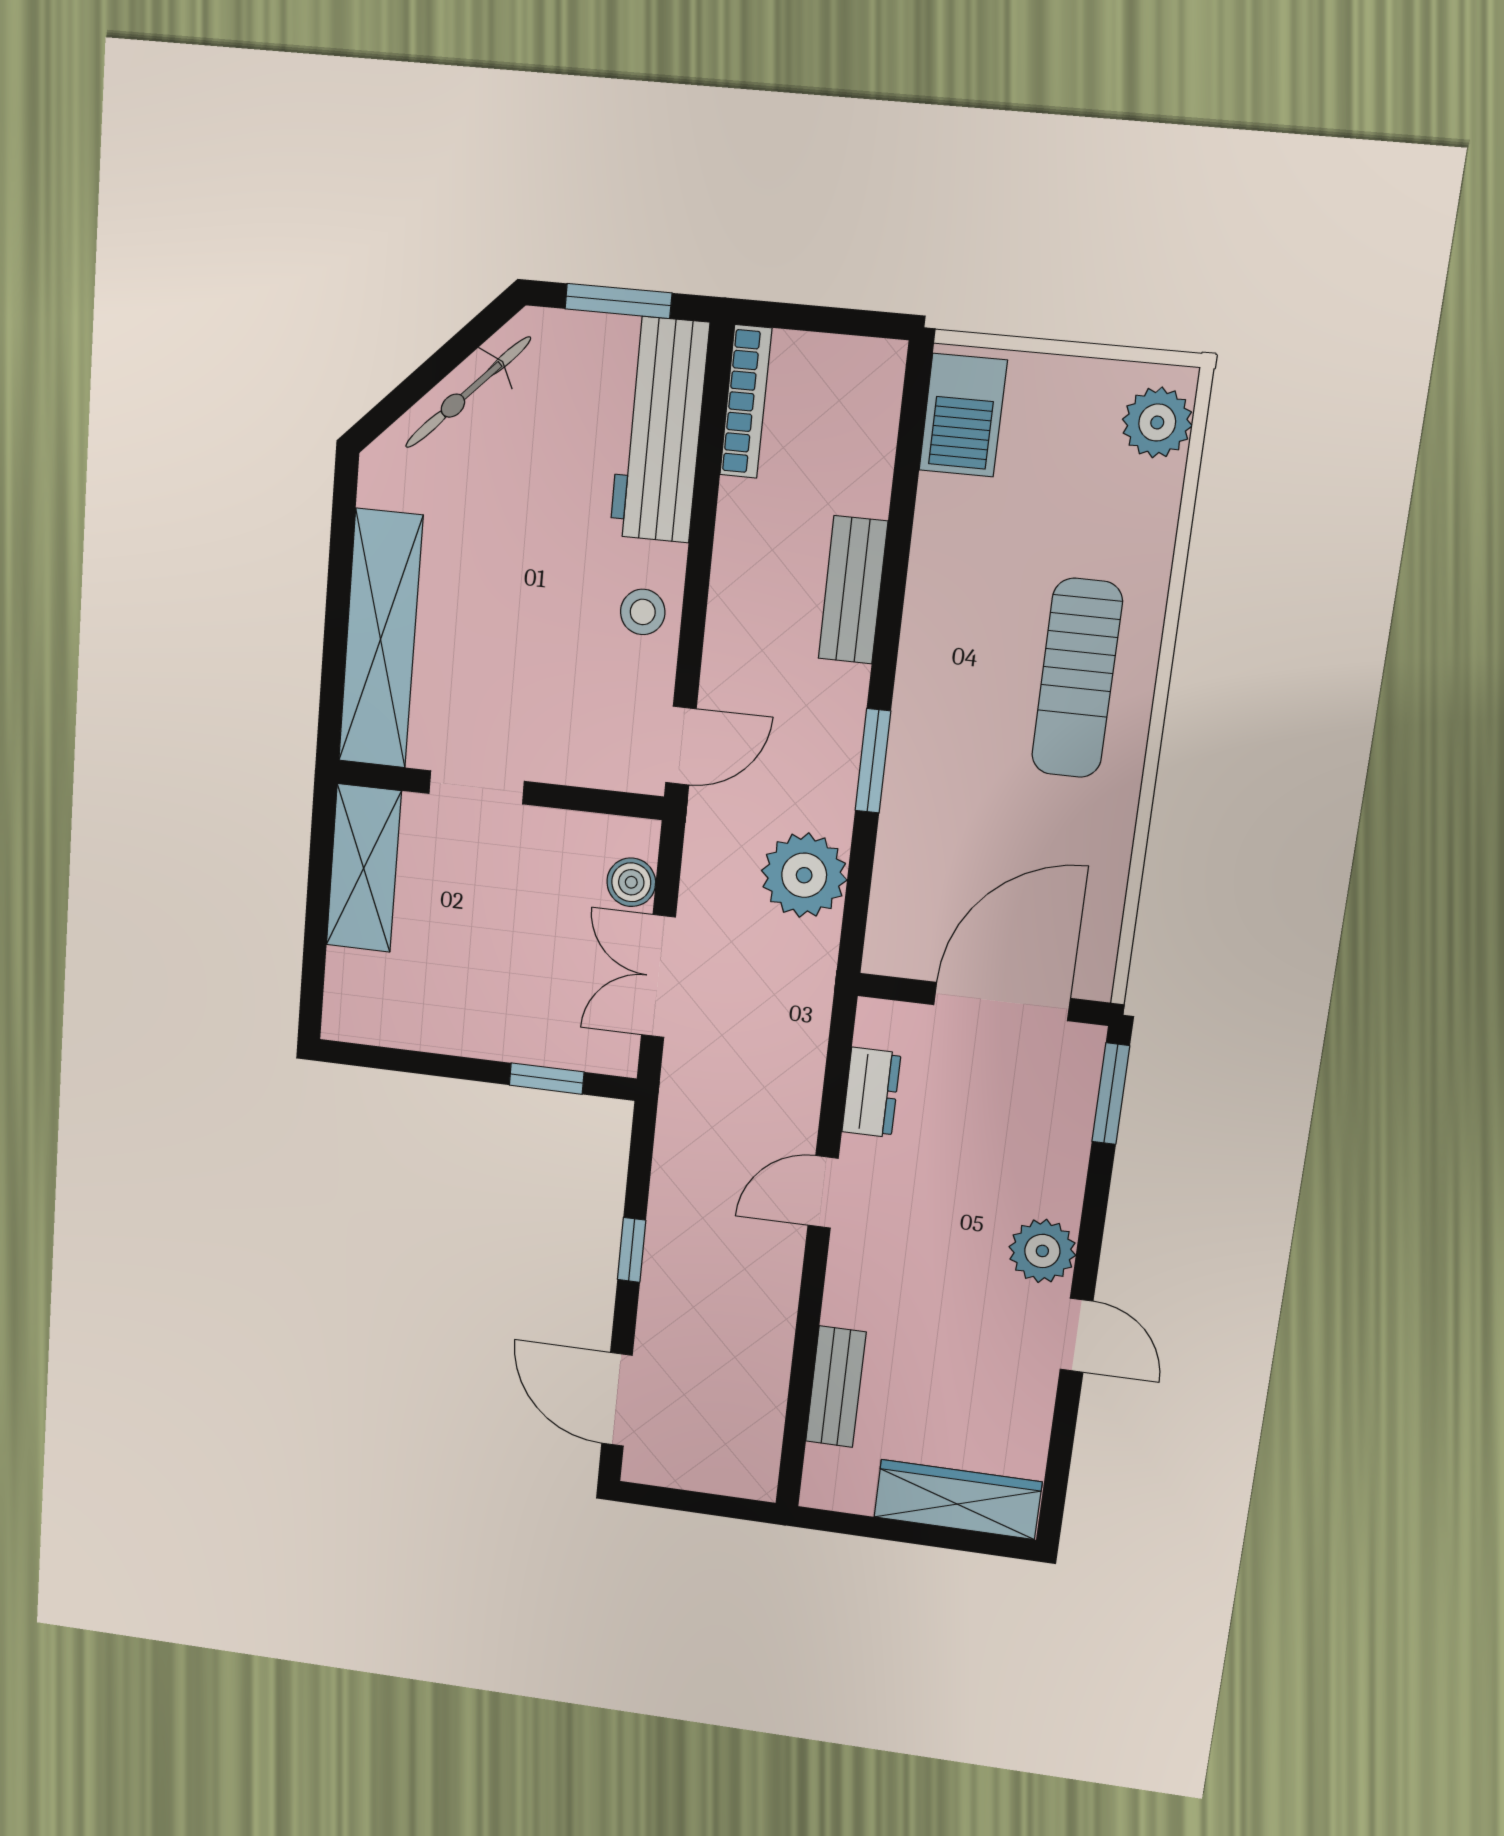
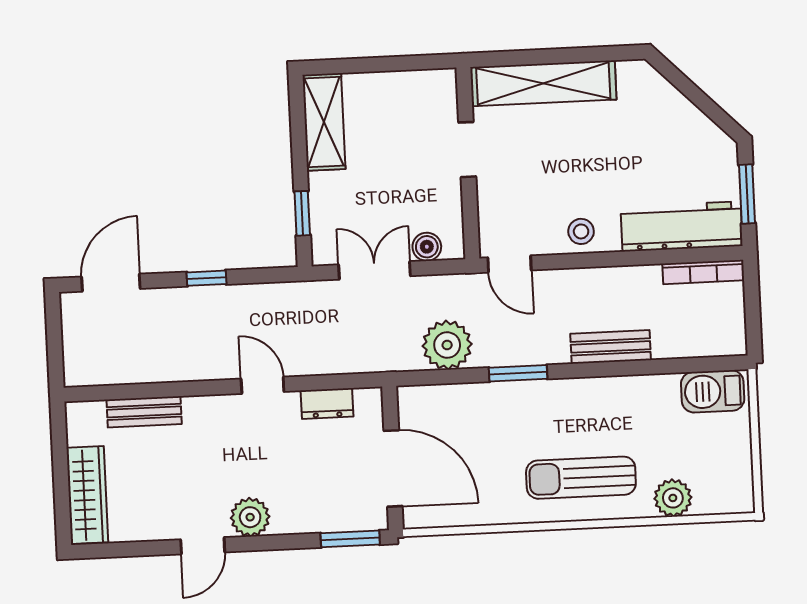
bicycle: (468, 392) -> (687, 116), removed
plant: (1157, 423) -> (673, 498), moved
shelving: (364, 868) -> (324, 122), moved, turned 90

